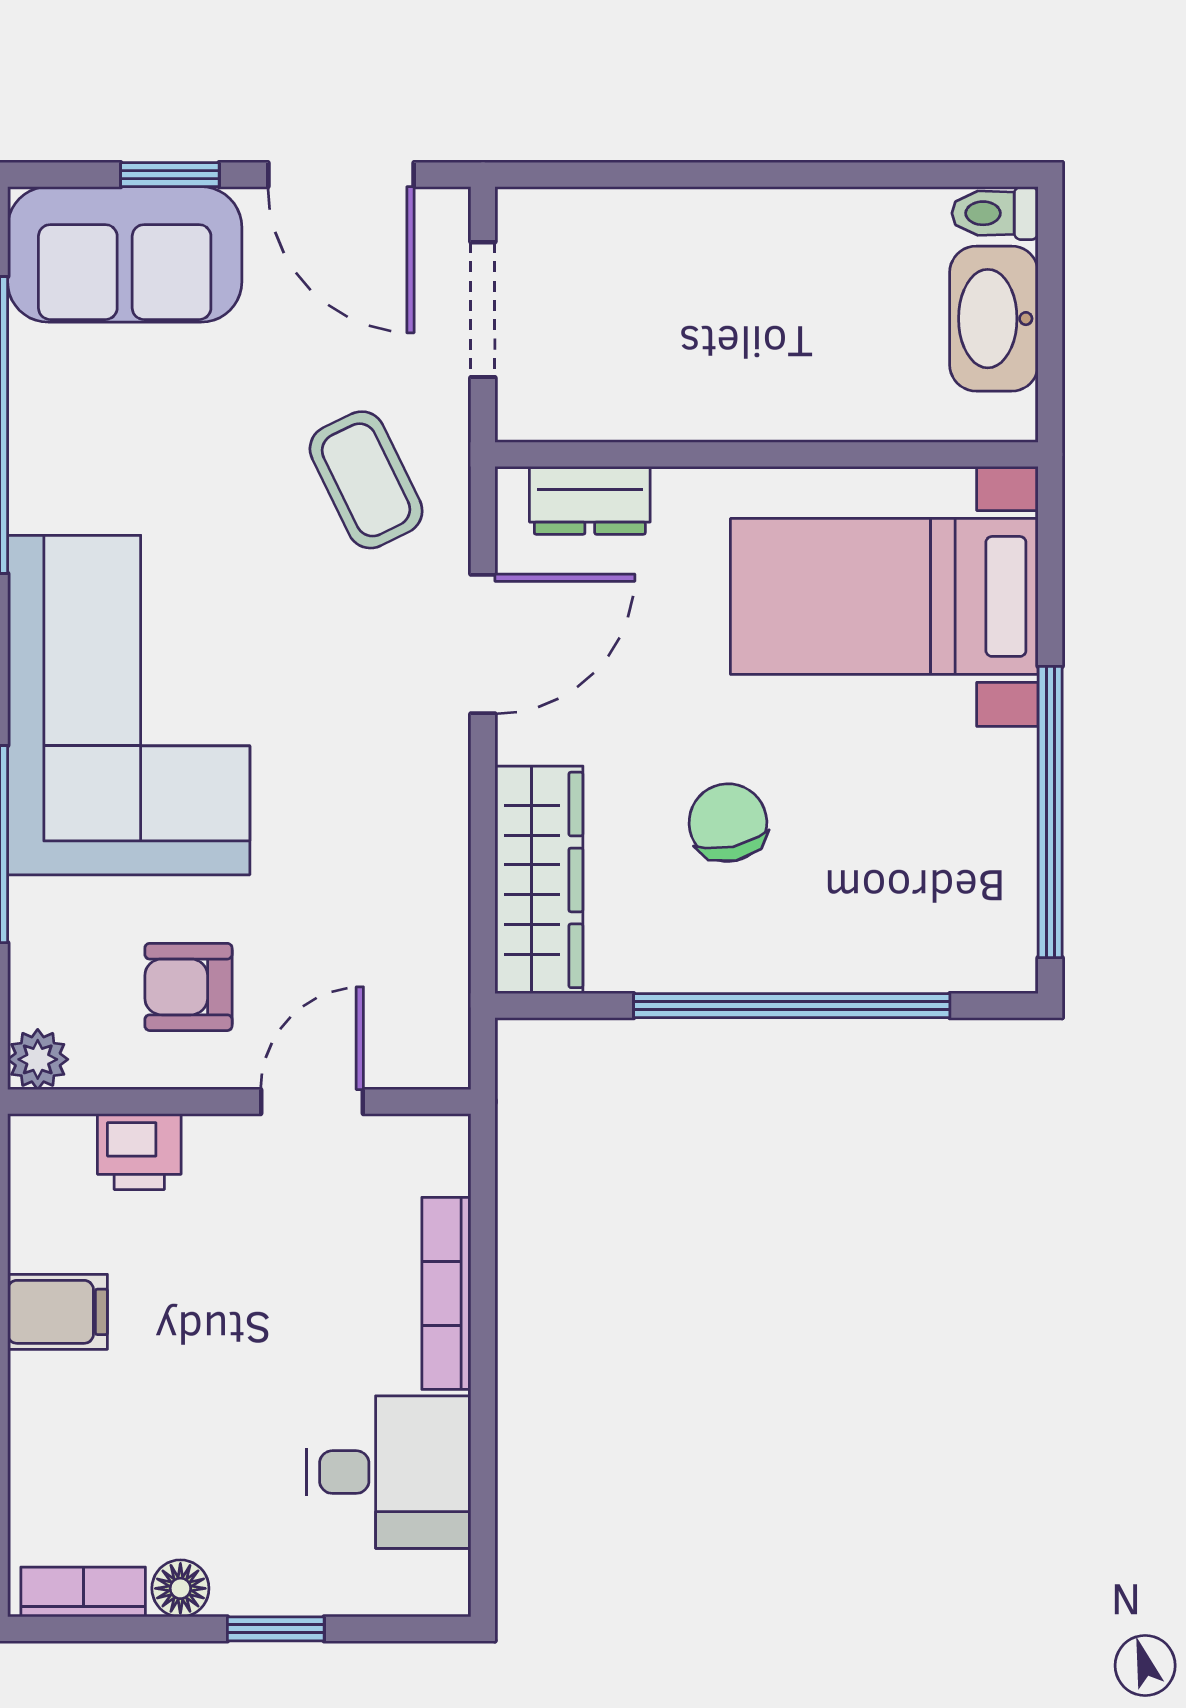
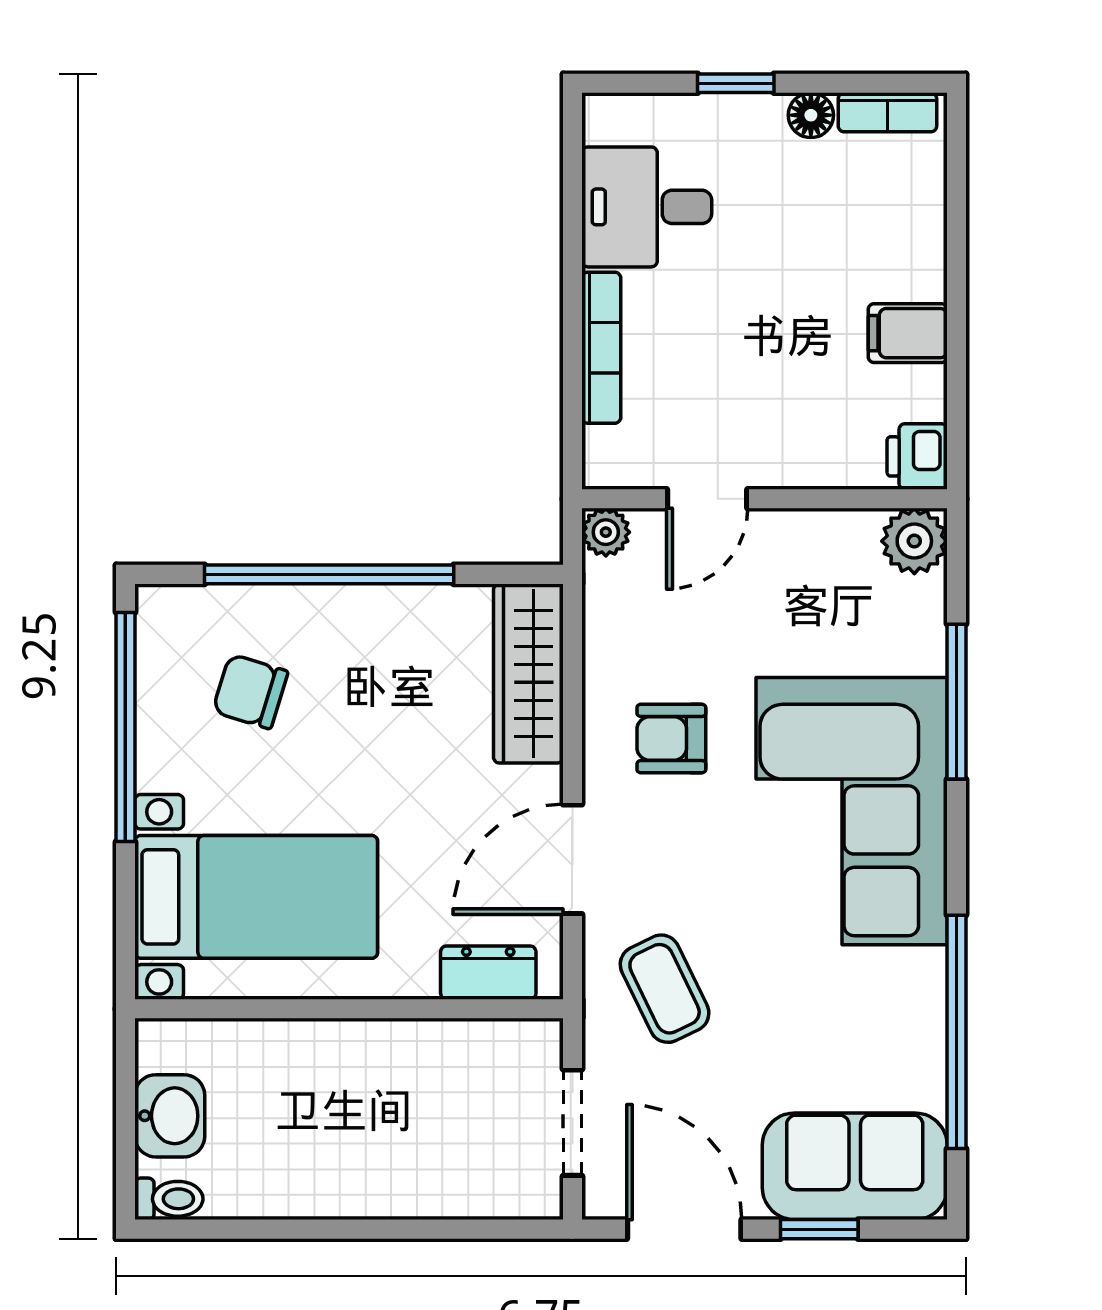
washbasin: (994, 319) -> (170, 1116), width x0.72
chair: (728, 823) -> (250, 691), moved, turned 119
armchair: (188, 987) -> (671, 739), moved, turned 180
plant: (38, 1059) -> (914, 541), width x1.38, depth x1.38
plant: (441, 1059) -> (606, 532), added
printer: (139, 1152) -> (917, 456), moved, turned -90

